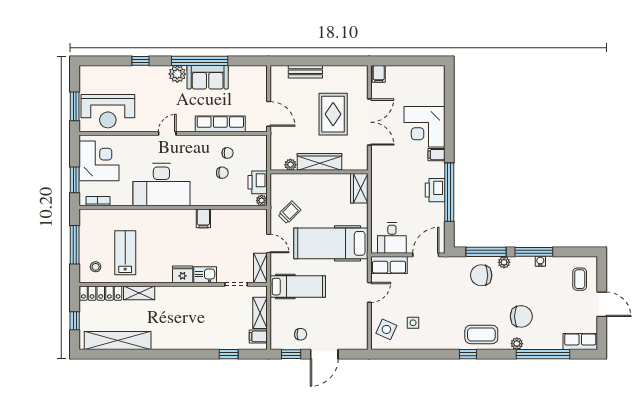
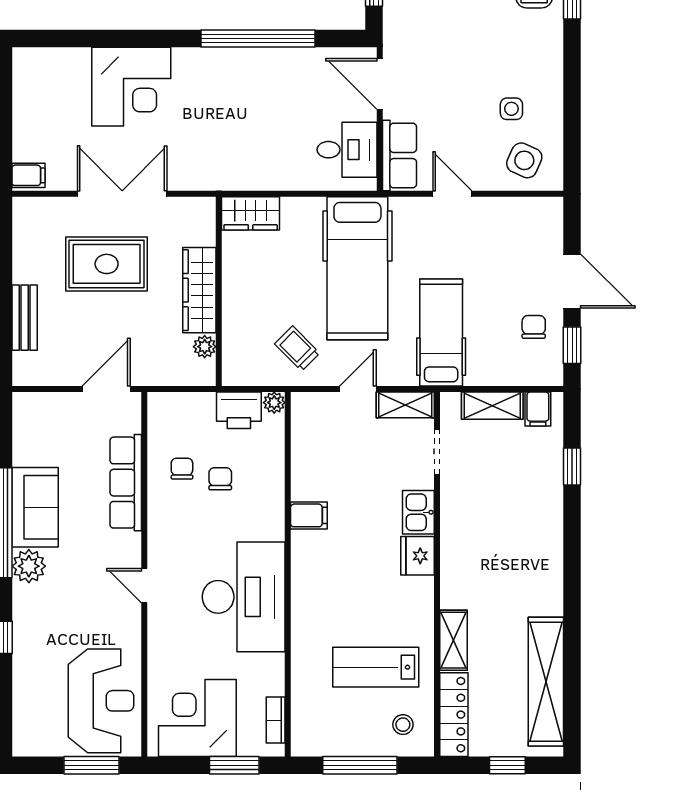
filing cabinet: (436, 155) -> (185, 63), removed
printer: (435, 190) -> (254, 66), removed

